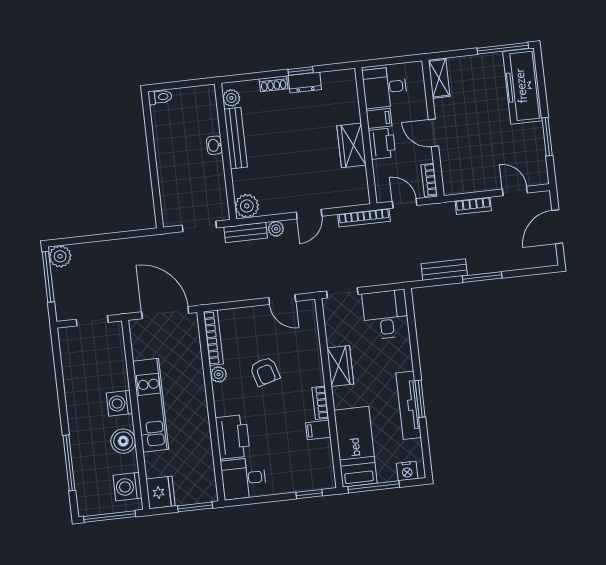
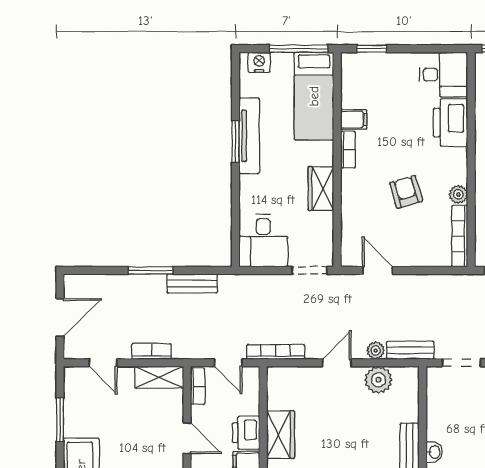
shelving: (464, 184) -> (159, 377), added
plant: (247, 206) -> (378, 380), moved

